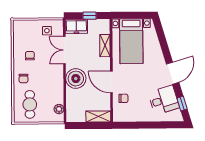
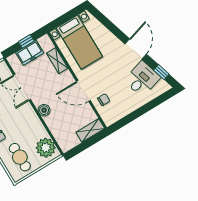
freezer: (76, 26) -> (30, 53), moved
boiler: (76, 79) -> (44, 110), width x0.54, depth x0.54
plant: (59, 109) -> (46, 148), width x1.87, depth x1.87

